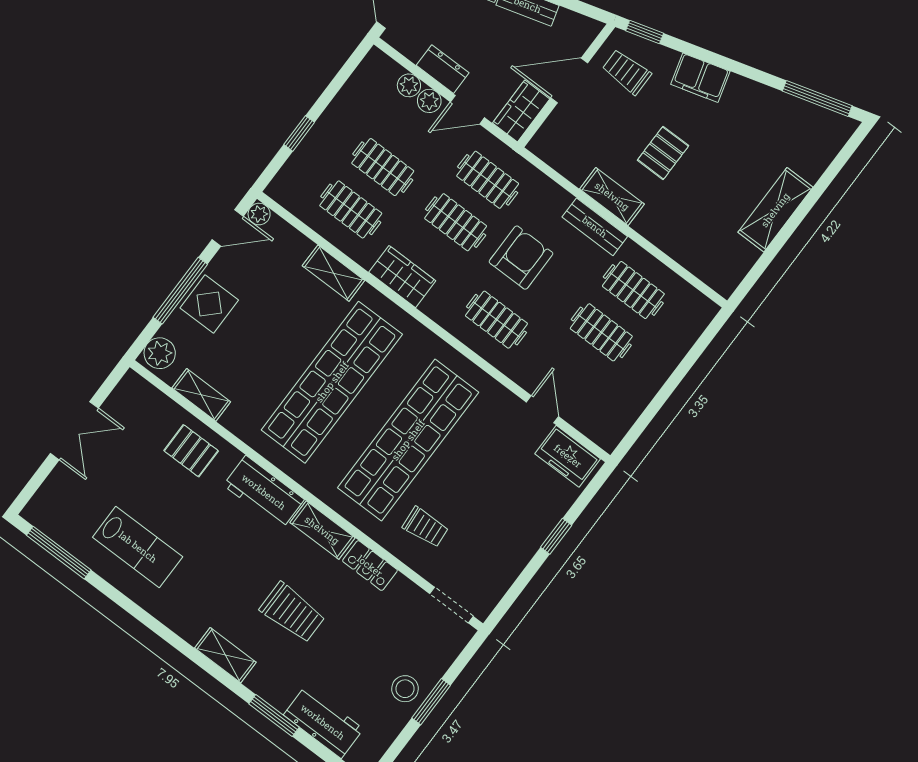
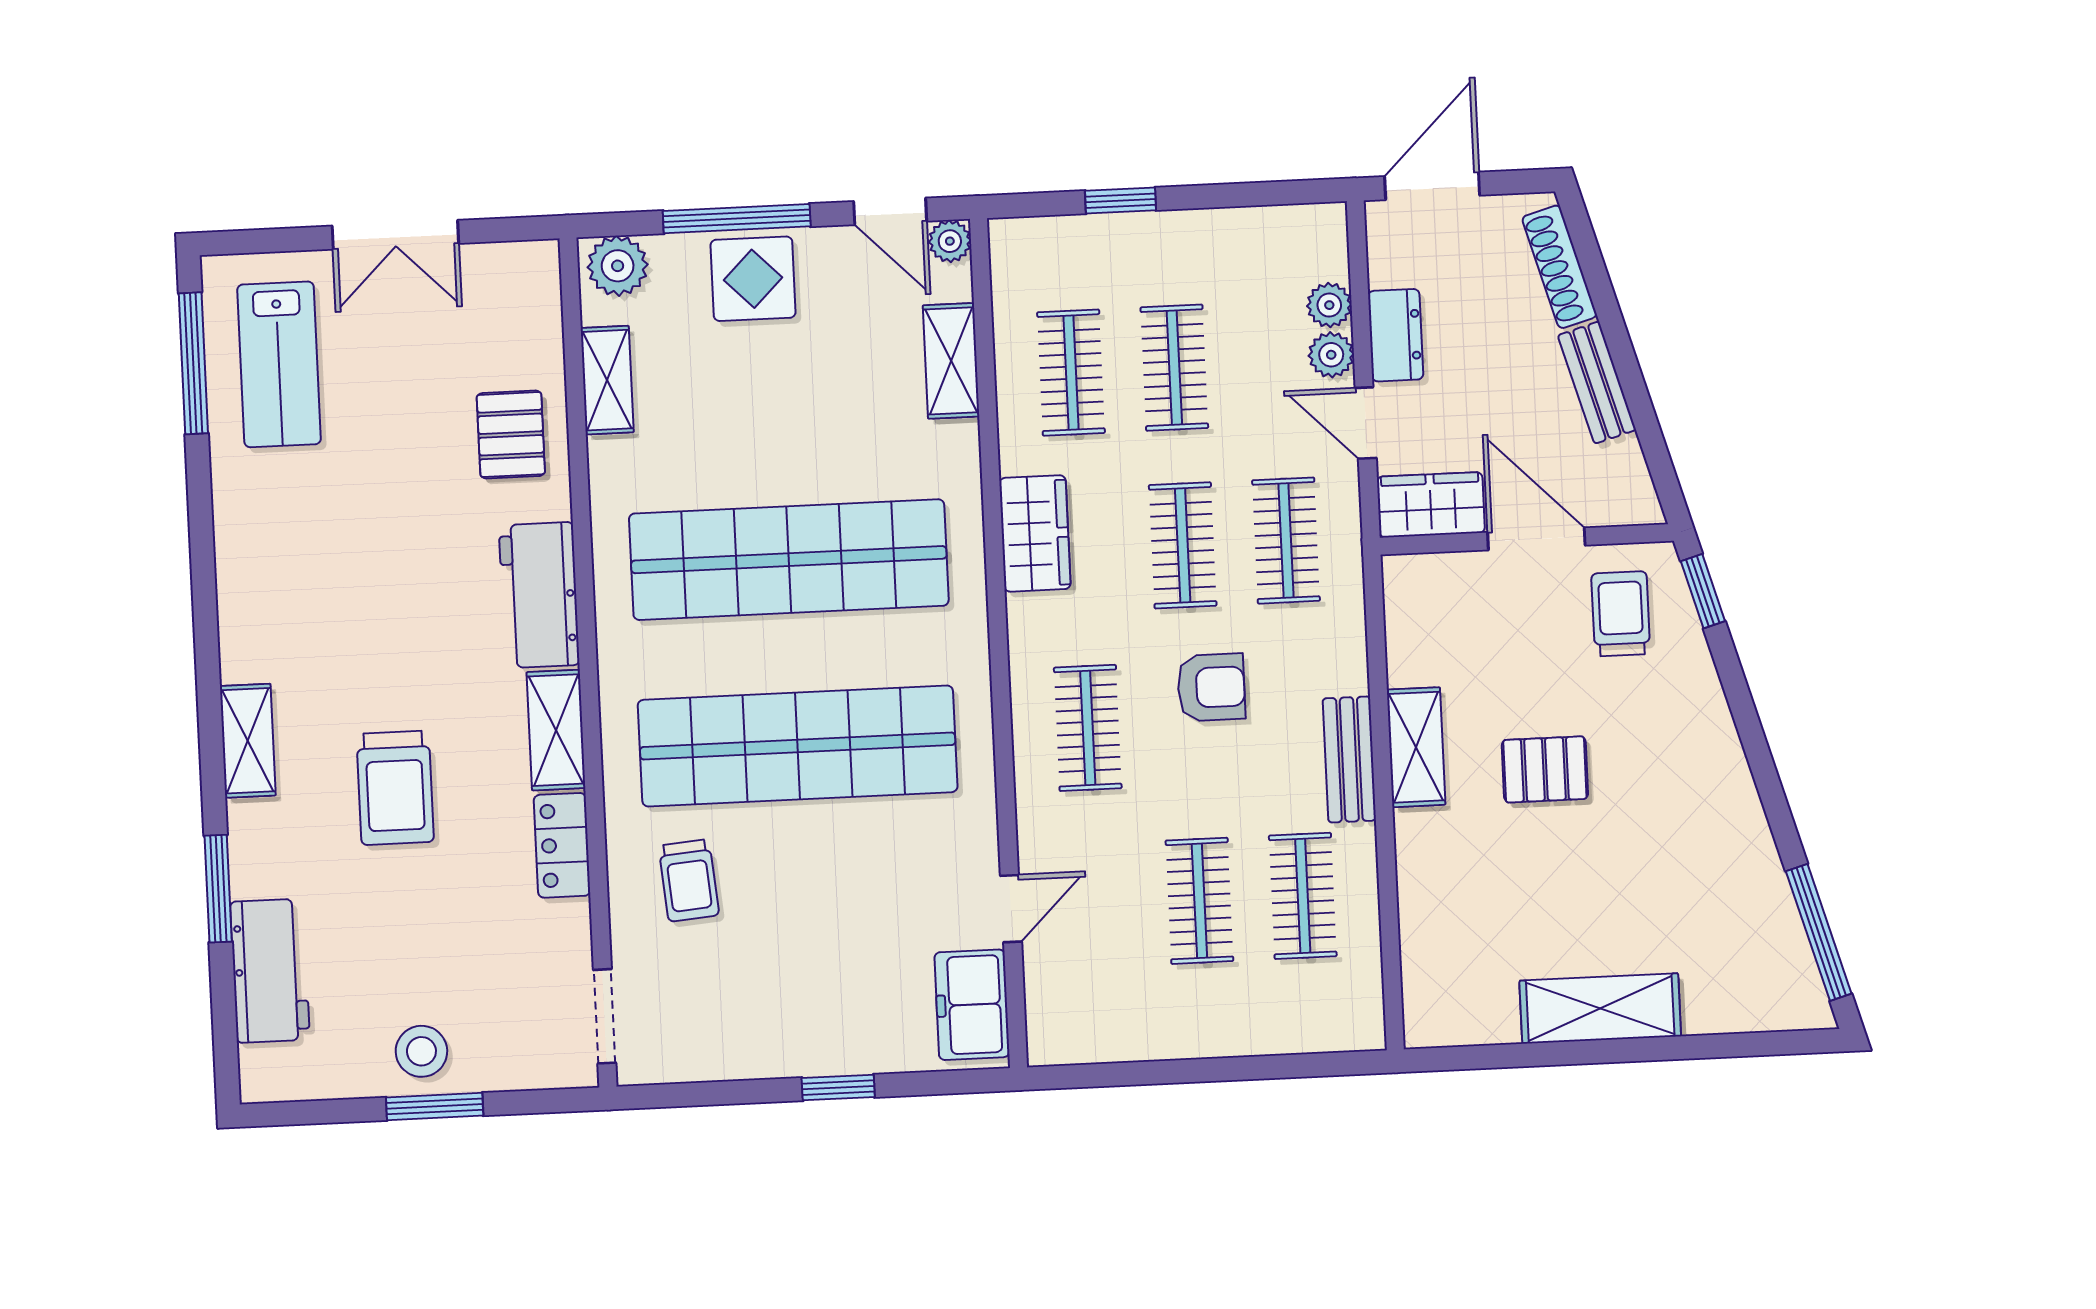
filing cabinet: (700, 78) -> (1704, 732), removed
armchair: (521, 258) -> (1211, 687), width x0.72, depth x0.72
shelving: (333, 273) -> (951, 361), moved
lab bench: (138, 547) -> (279, 364), moved

